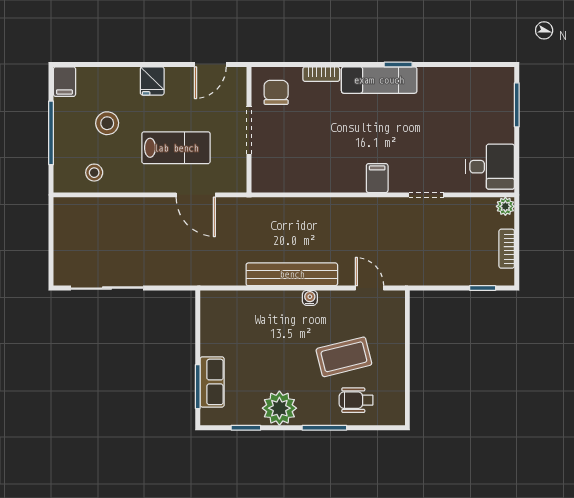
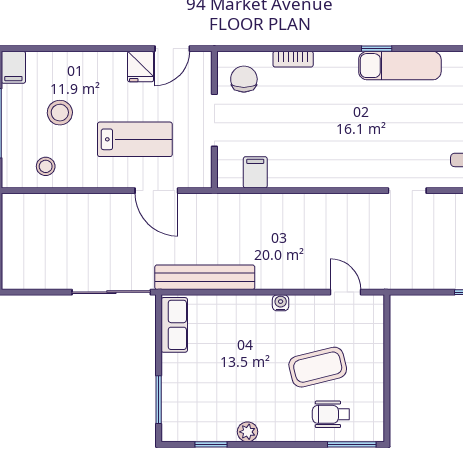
exam couch: (379, 80) -> (400, 66), moved
fridge: (152, 81) -> (141, 67), moved
filing cabinet: (377, 178) -> (255, 172), moved
bench: (292, 274) -> (205, 277), moved
sliding door: (107, 288) -> (111, 292), moved
row of seats: (212, 382) -> (174, 325), moved
plant: (279, 408) -> (248, 432), width x0.53, depth x0.53
window: (324, 428) -> (352, 444), moved

